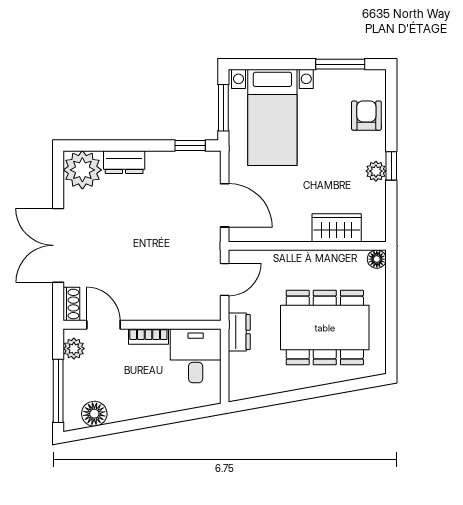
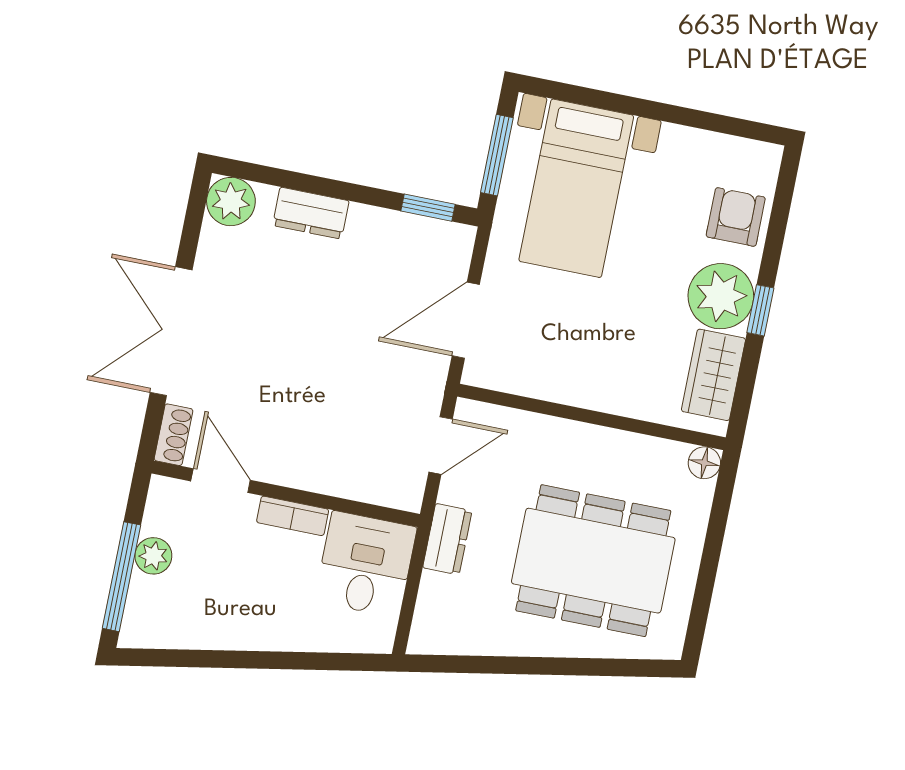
window: (340, 64) -> (709, 121), removed
plant: (82, 170) -> (231, 202), width x0.73, depth x0.73
plant: (376, 171) -> (721, 296), width x1.88, depth x1.88
door: (225, 205) -> (466, 320), swing flipped
wardrobe: (337, 228) -> (713, 375), moved, turned -90
plant: (74, 349) -> (153, 556), moved
floor lamp: (94, 414) -> (175, 628), removed

